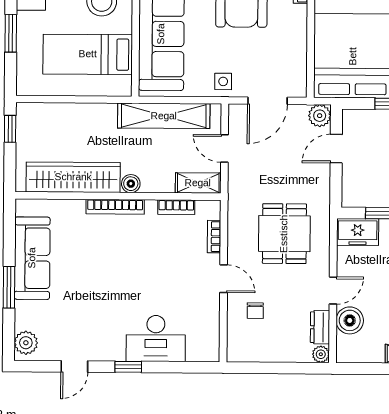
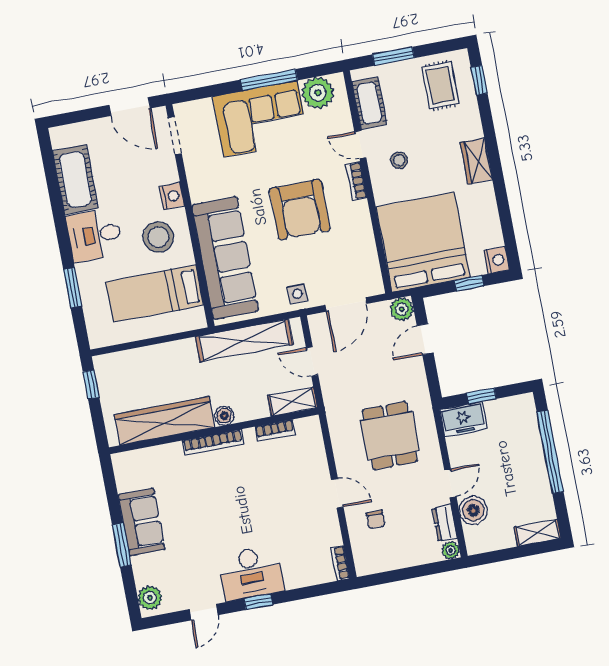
bookcase: (214, 237) -> (340, 563), moved
sofa: (32, 258) -> (142, 522), width x0.73
desk: (156, 338) -> (251, 573), moved

